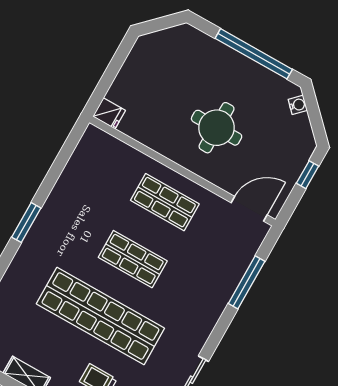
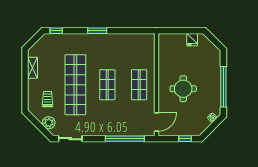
fridge: (109, 113) -> (192, 40), moved
door: (249, 209) -> (157, 122), hinge flipped
window: (247, 282) -> (125, 139), width x1.46

